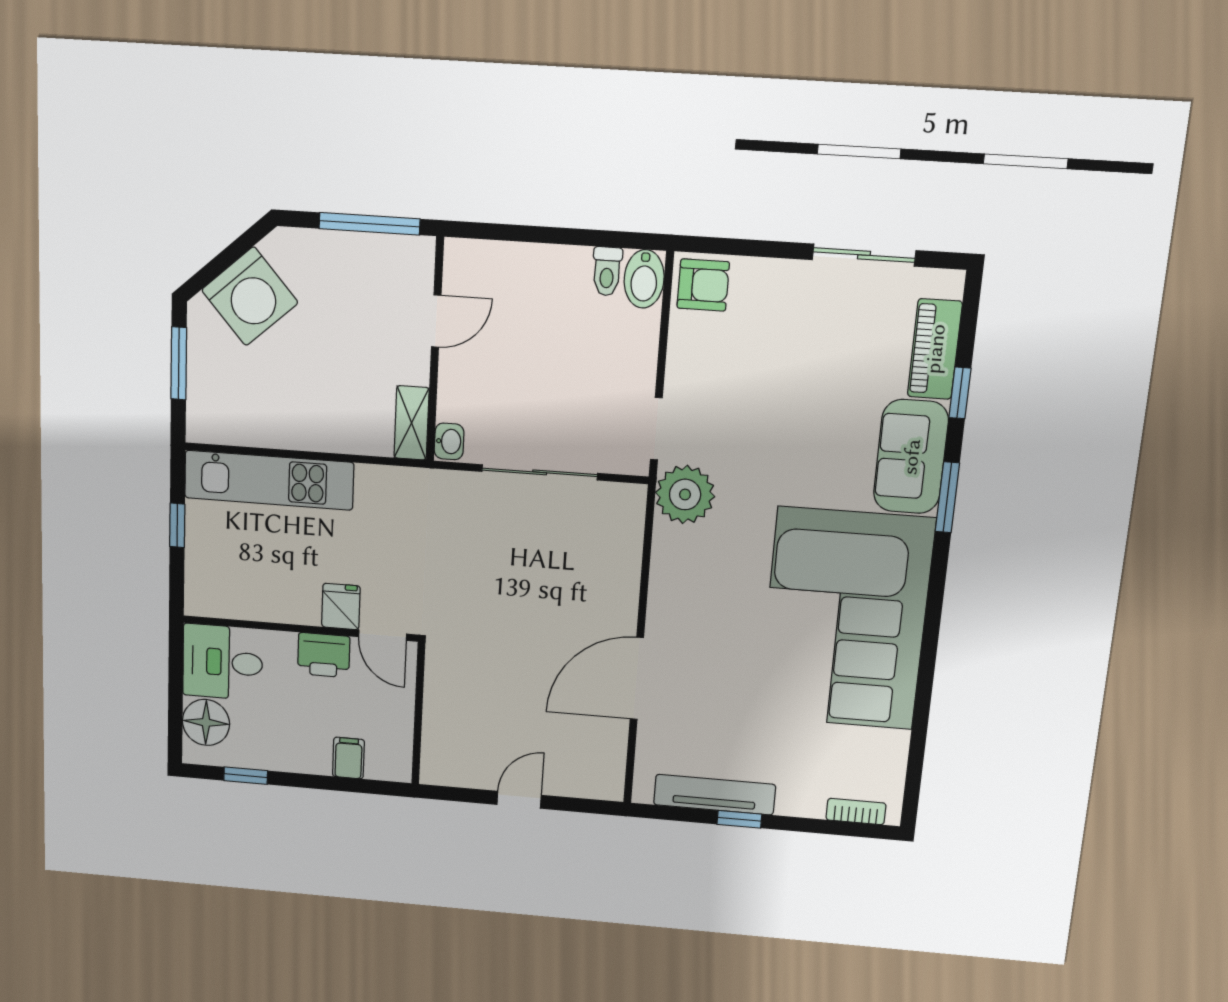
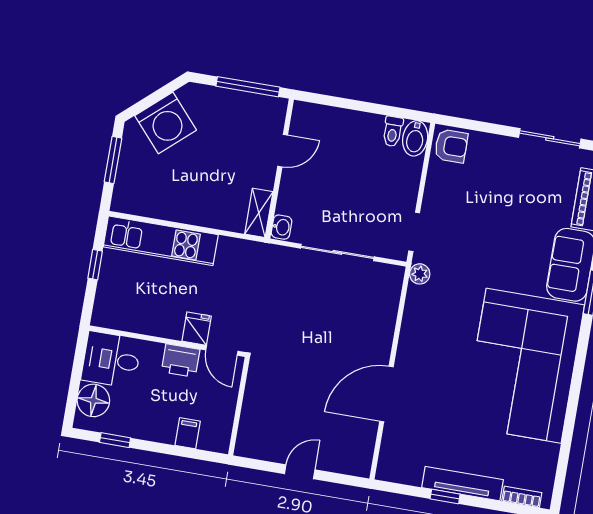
plant: (685, 495) -> (420, 274), width x0.53, depth x0.53
tv unit: (714, 795) -> (462, 484), moved

